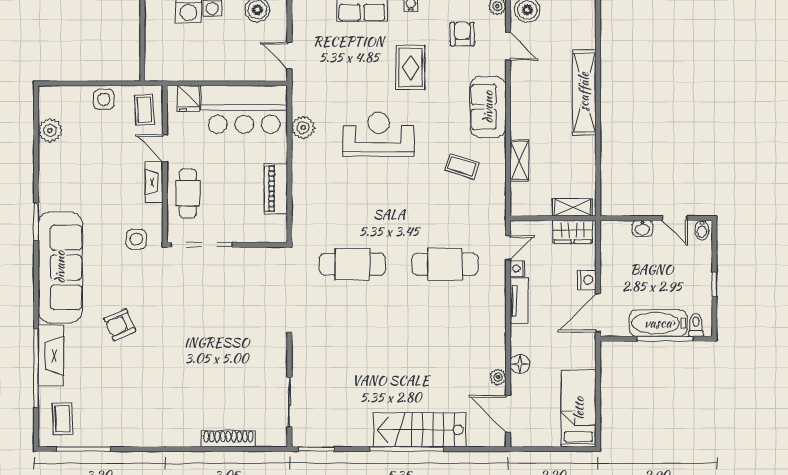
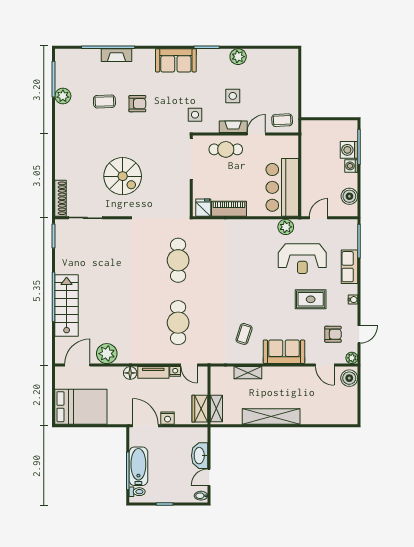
door: (508, 46) -> (325, 365), hinge flipped
shelving: (584, 92) -> (271, 416), moved
fridge: (188, 98) -> (203, 208), moved, turned 90
side table: (104, 99) -> (233, 96), moved
plant: (303, 128) -> (286, 227), moved
plant: (50, 130) -> (238, 57), moved
reception desk: (379, 134) -> (302, 259), moved, turned 90
washbasin: (642, 228) -> (200, 456), width x1.91, depth x1.45
sofa: (60, 267) -> (176, 60), width x0.54, depth x0.79
armchair: (120, 325) -> (137, 104), turned 114
spiral stairs: (227, 347) -> (123, 176), added
fireplace: (51, 356) -> (116, 55), width x0.73, depth x0.76
floor lamp: (520, 364) -> (130, 373), moved
plant: (498, 377) -> (107, 354), width x1.88, depth x1.88
bed: (579, 408) -> (81, 407), width x1.50
coffee table: (62, 419) -> (104, 101), moved
plant: (108, 435) -> (63, 96), added
shoe rack: (228, 439) -> (61, 198), moved

